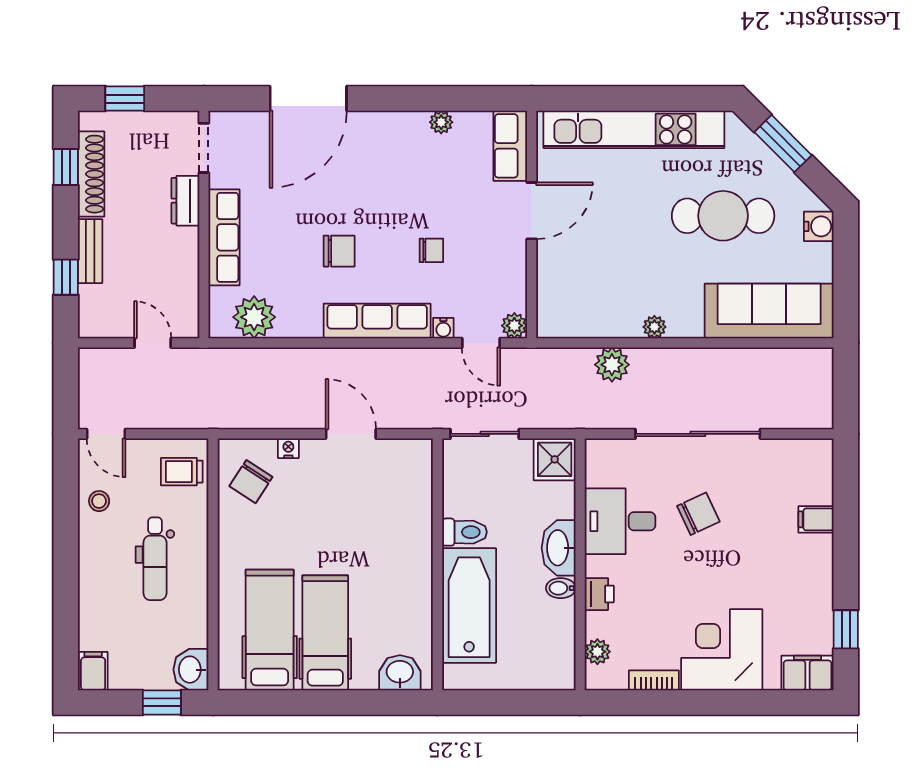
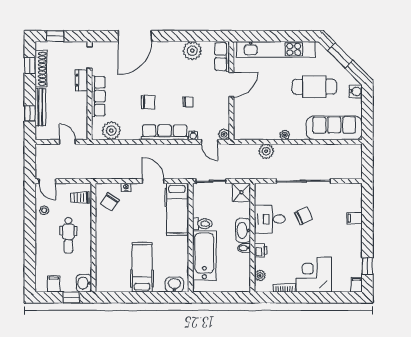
plant: (441, 122) -> (192, 51), width x1.88, depth x1.88
bench: (90, 251) -> (40, 107), width x1.36
hospital bed: (270, 630) -> (177, 209), moved, turned 180
filing cabinet: (93, 671) -> (54, 284), moved
filing cabinet: (808, 673) -> (356, 285), width x0.50

